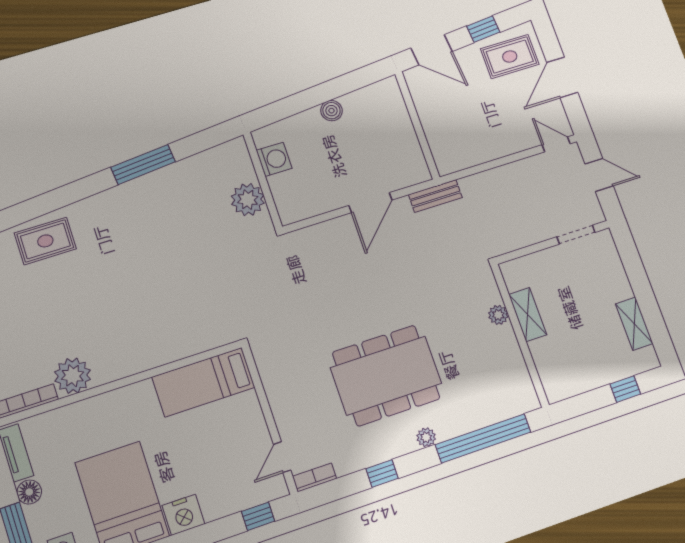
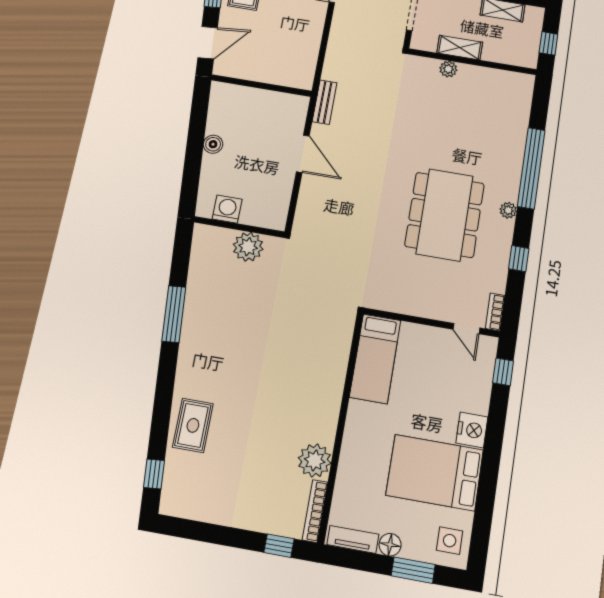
plant: (498, 315) -> (448, 69), moved
shelving: (528, 315) -> (460, 48), moved
wall: (520, 335) -> (472, 62), moved

